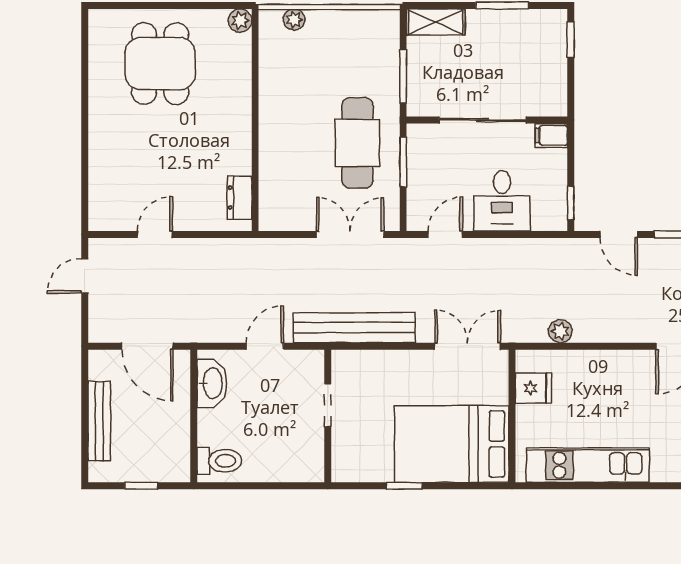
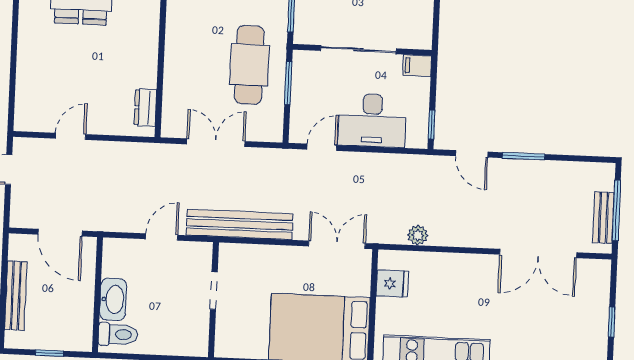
desk: (502, 201) -> (372, 120), width x1.37
double door: (350, 234) -> (216, 143), moved
washbasin: (212, 383) -> (113, 299), moved

